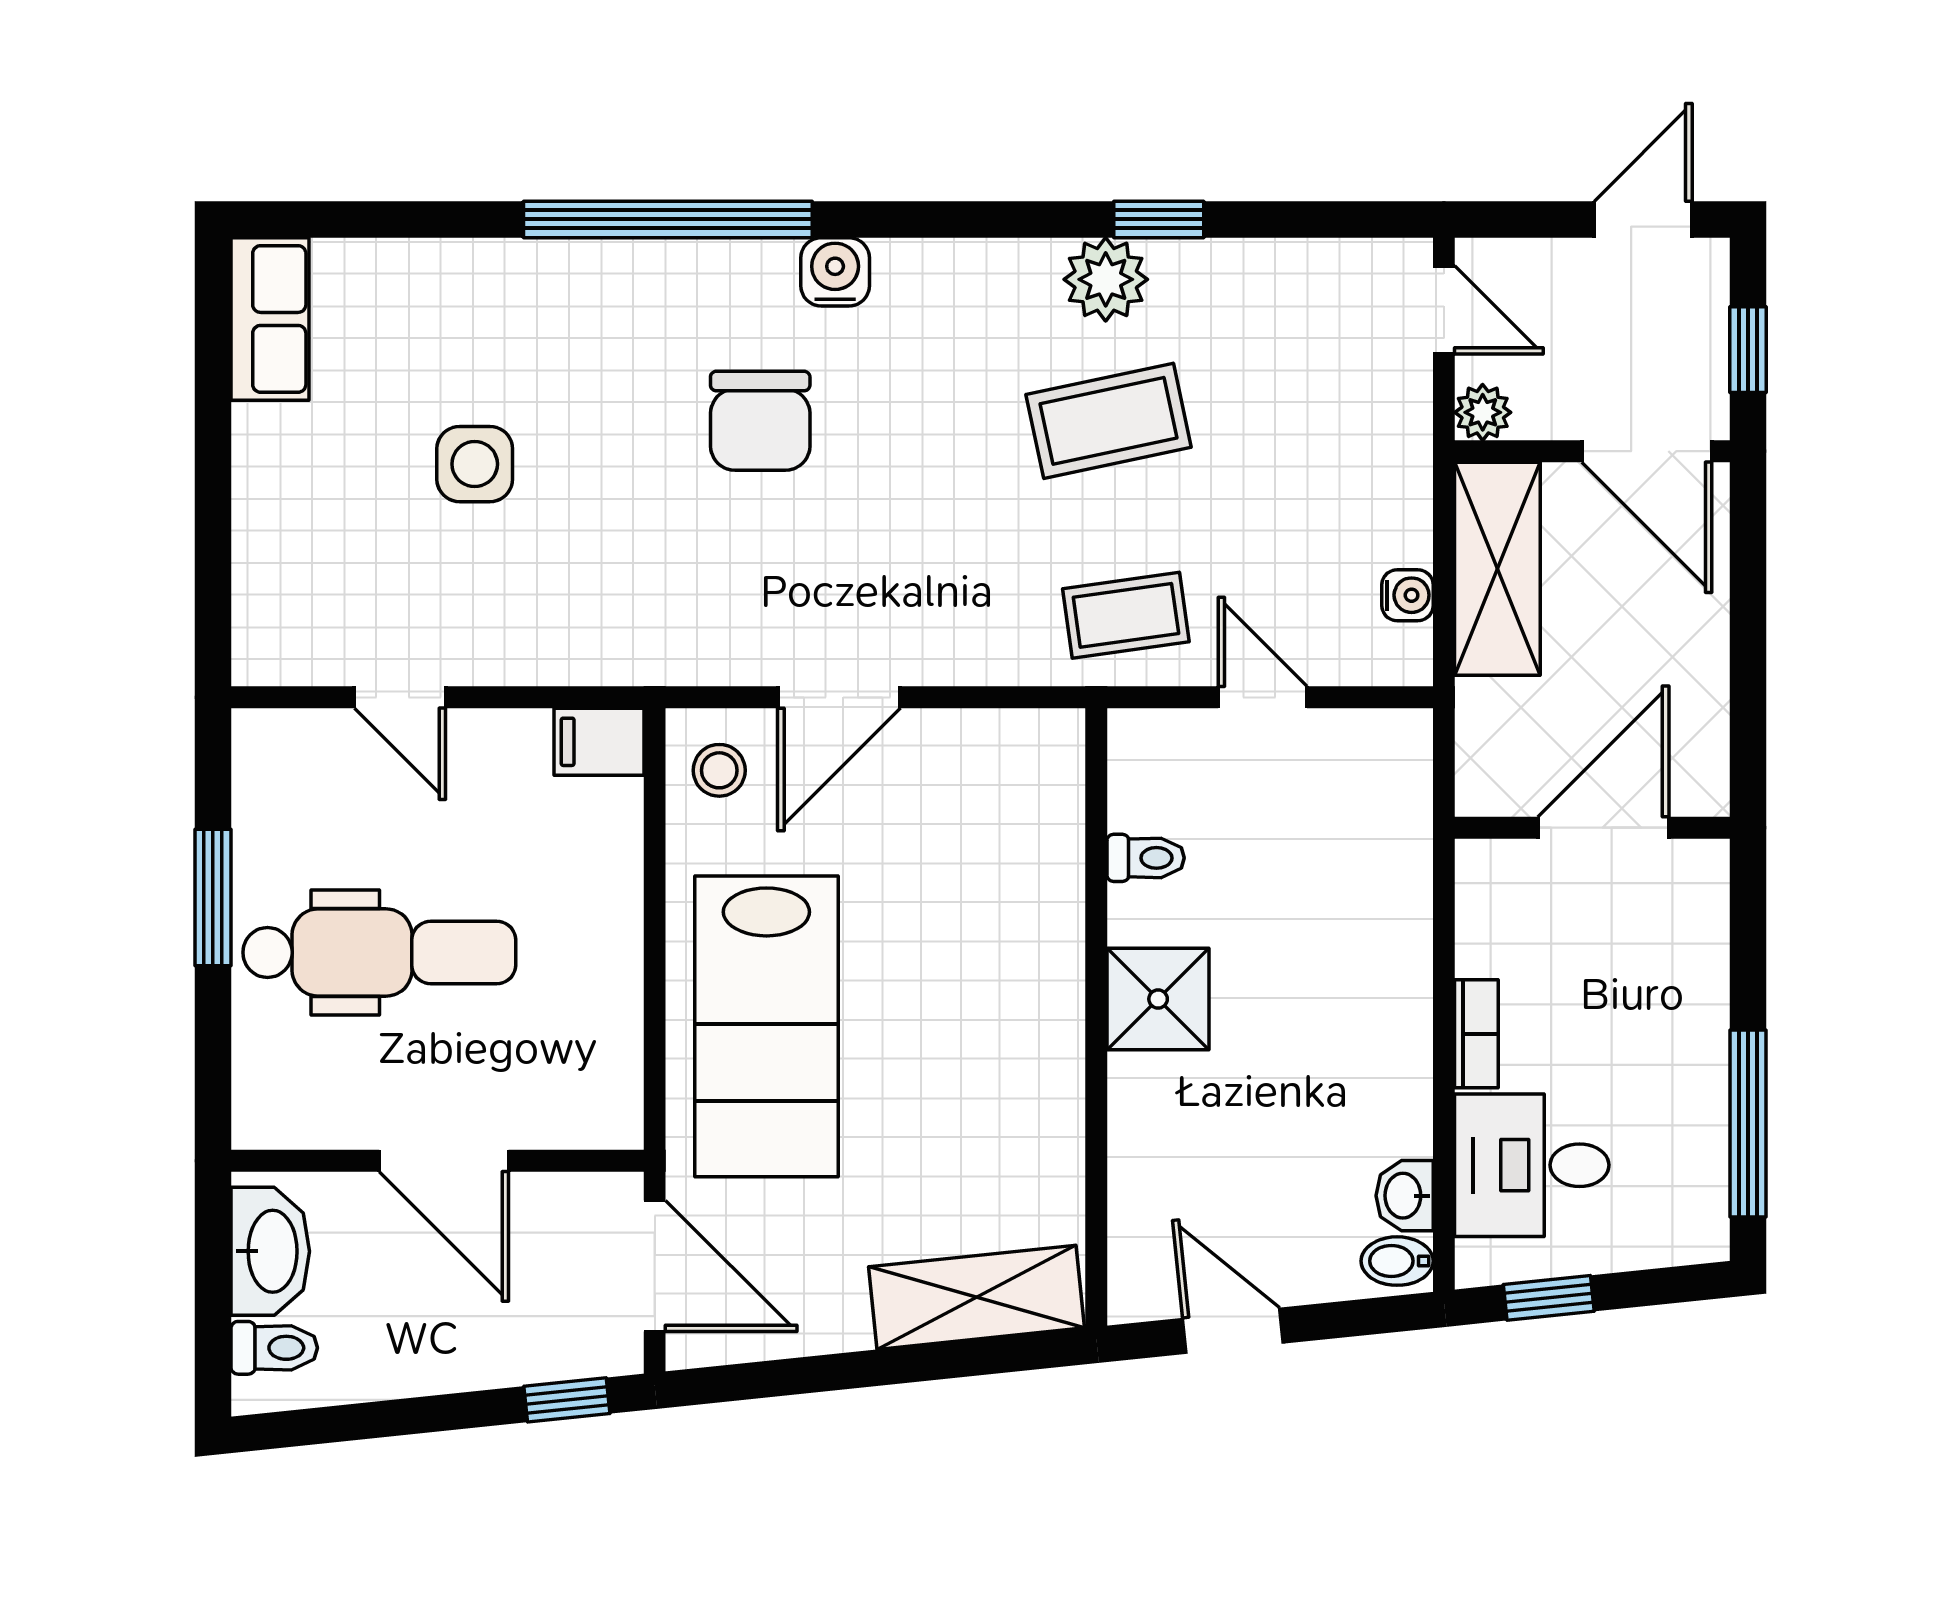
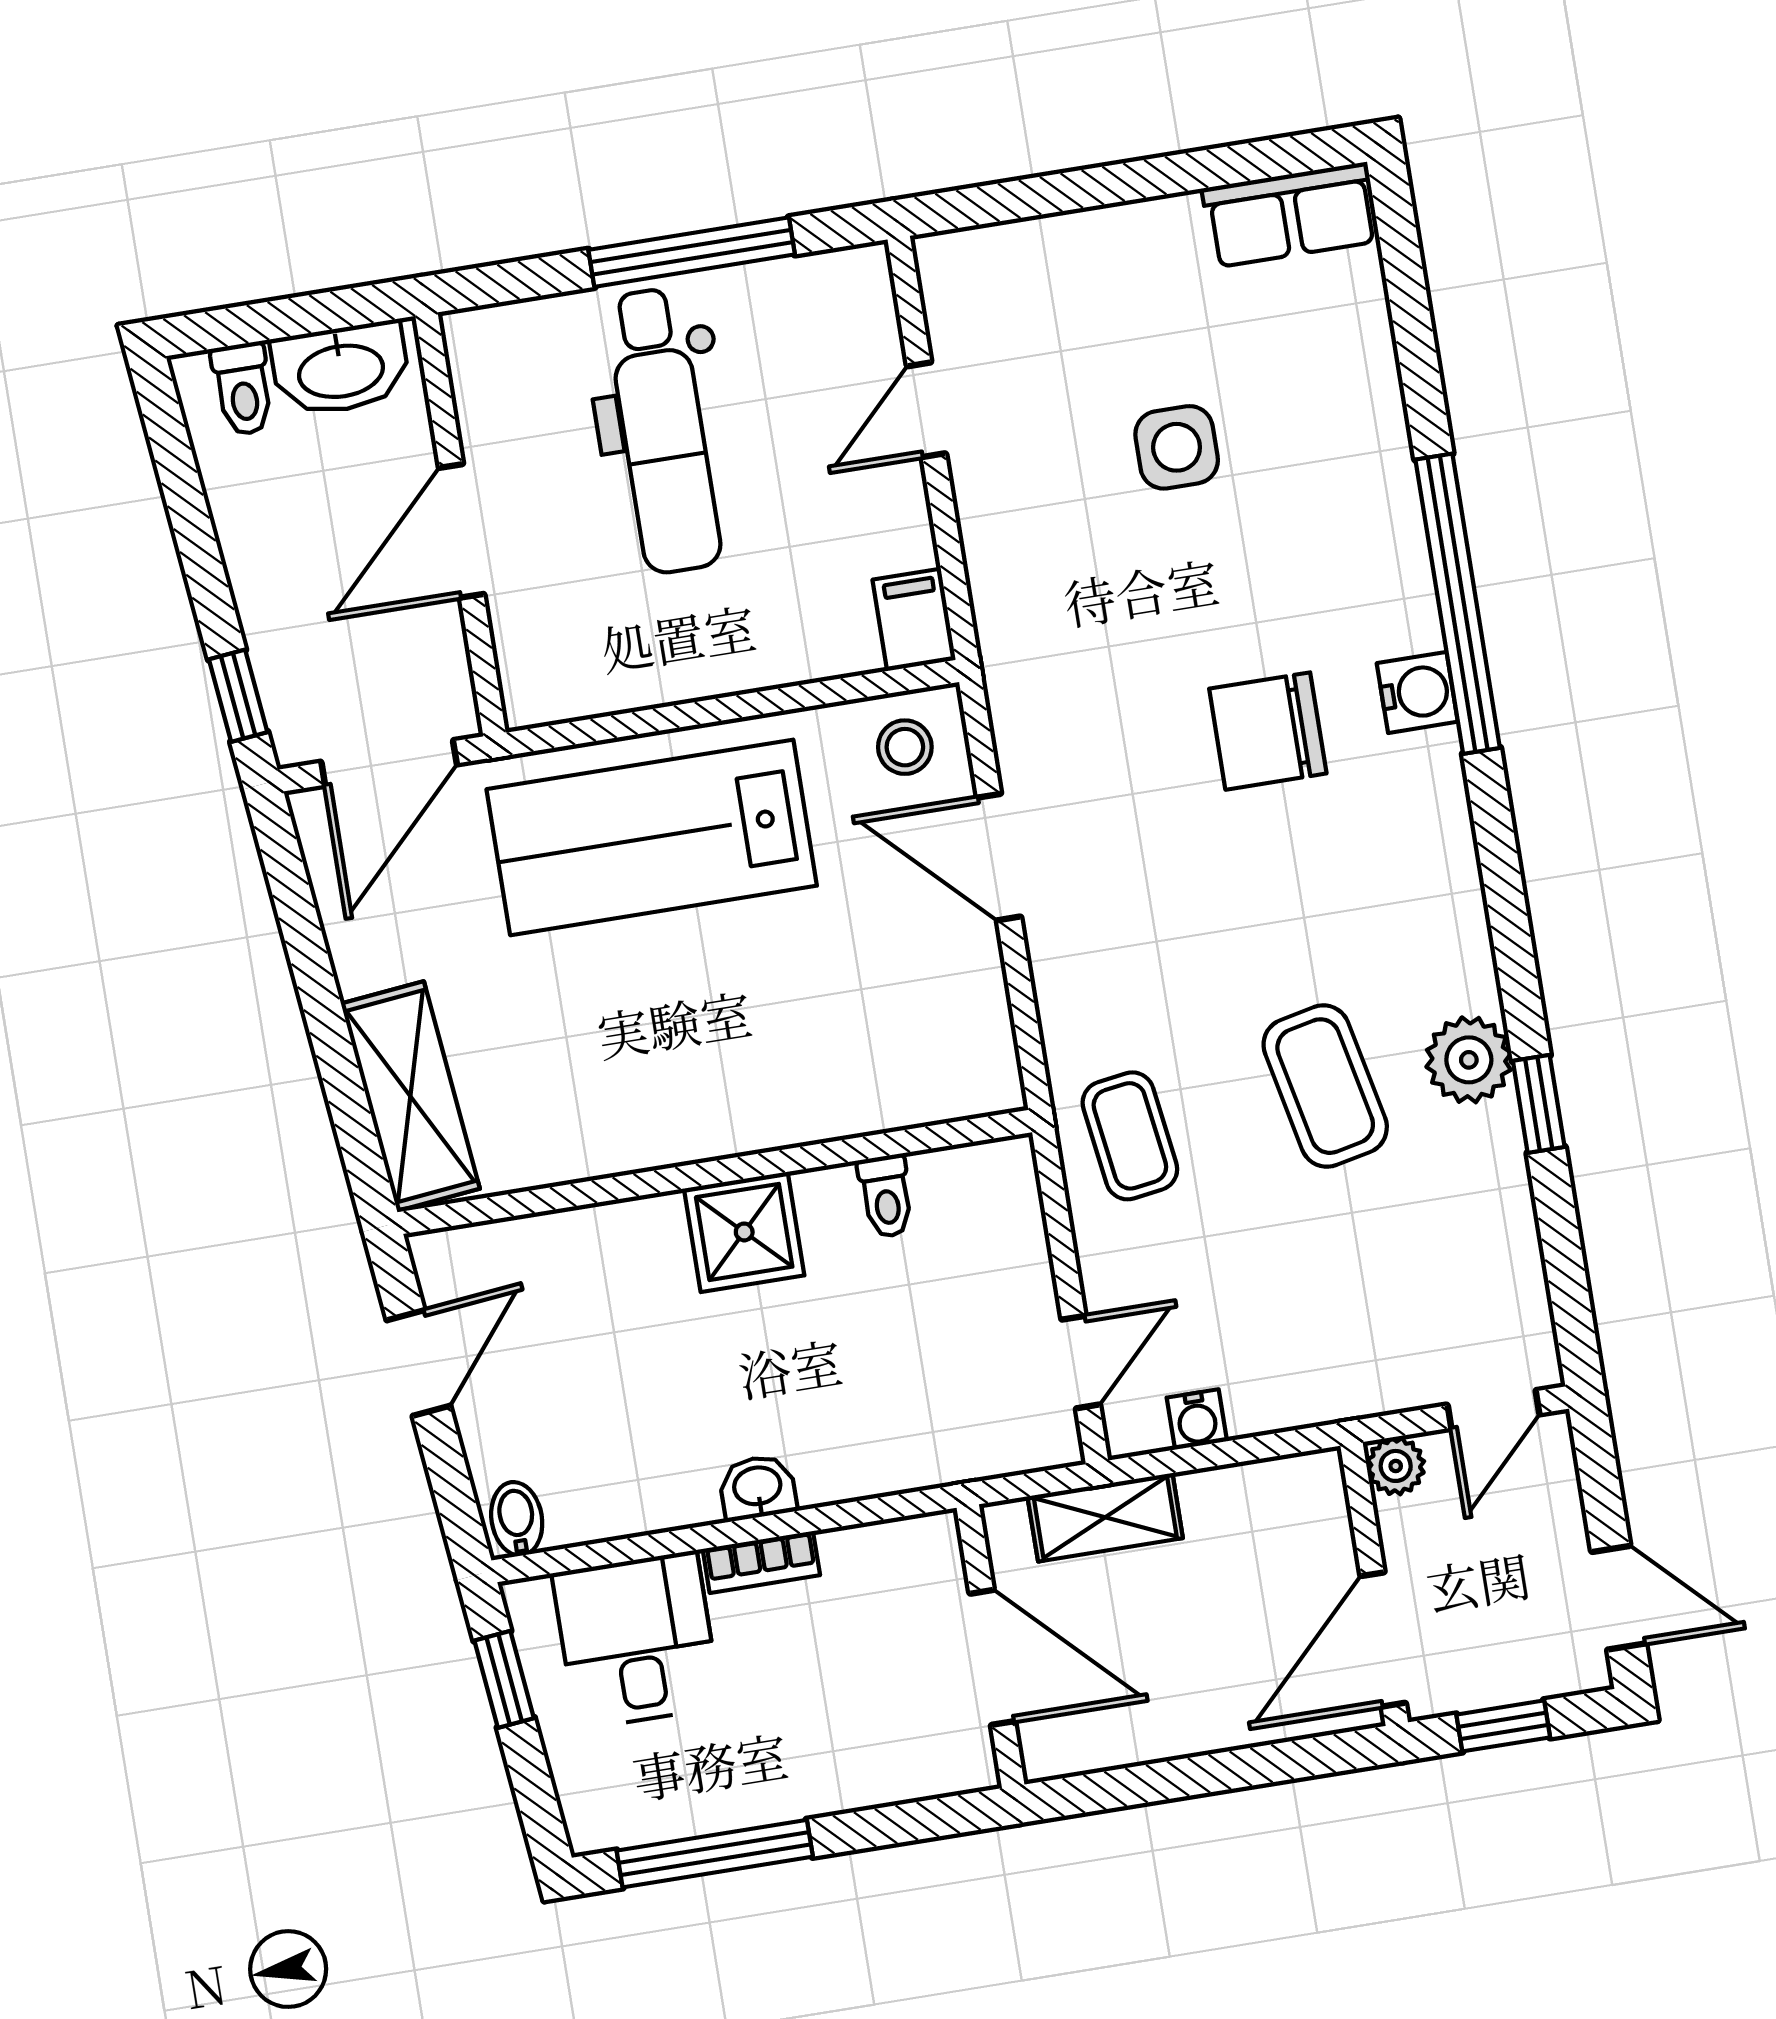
water cooler: (835, 272) -> (1417, 692), moved
shelving: (1497, 569) -> (1105, 1517), moved, width x0.67, depth x0.75
door: (1263, 697) -> (1081, 1362), moved
window: (213, 898) -> (692, 252), width x1.44
washbasin: (1405, 1196) -> (758, 1488), moved

